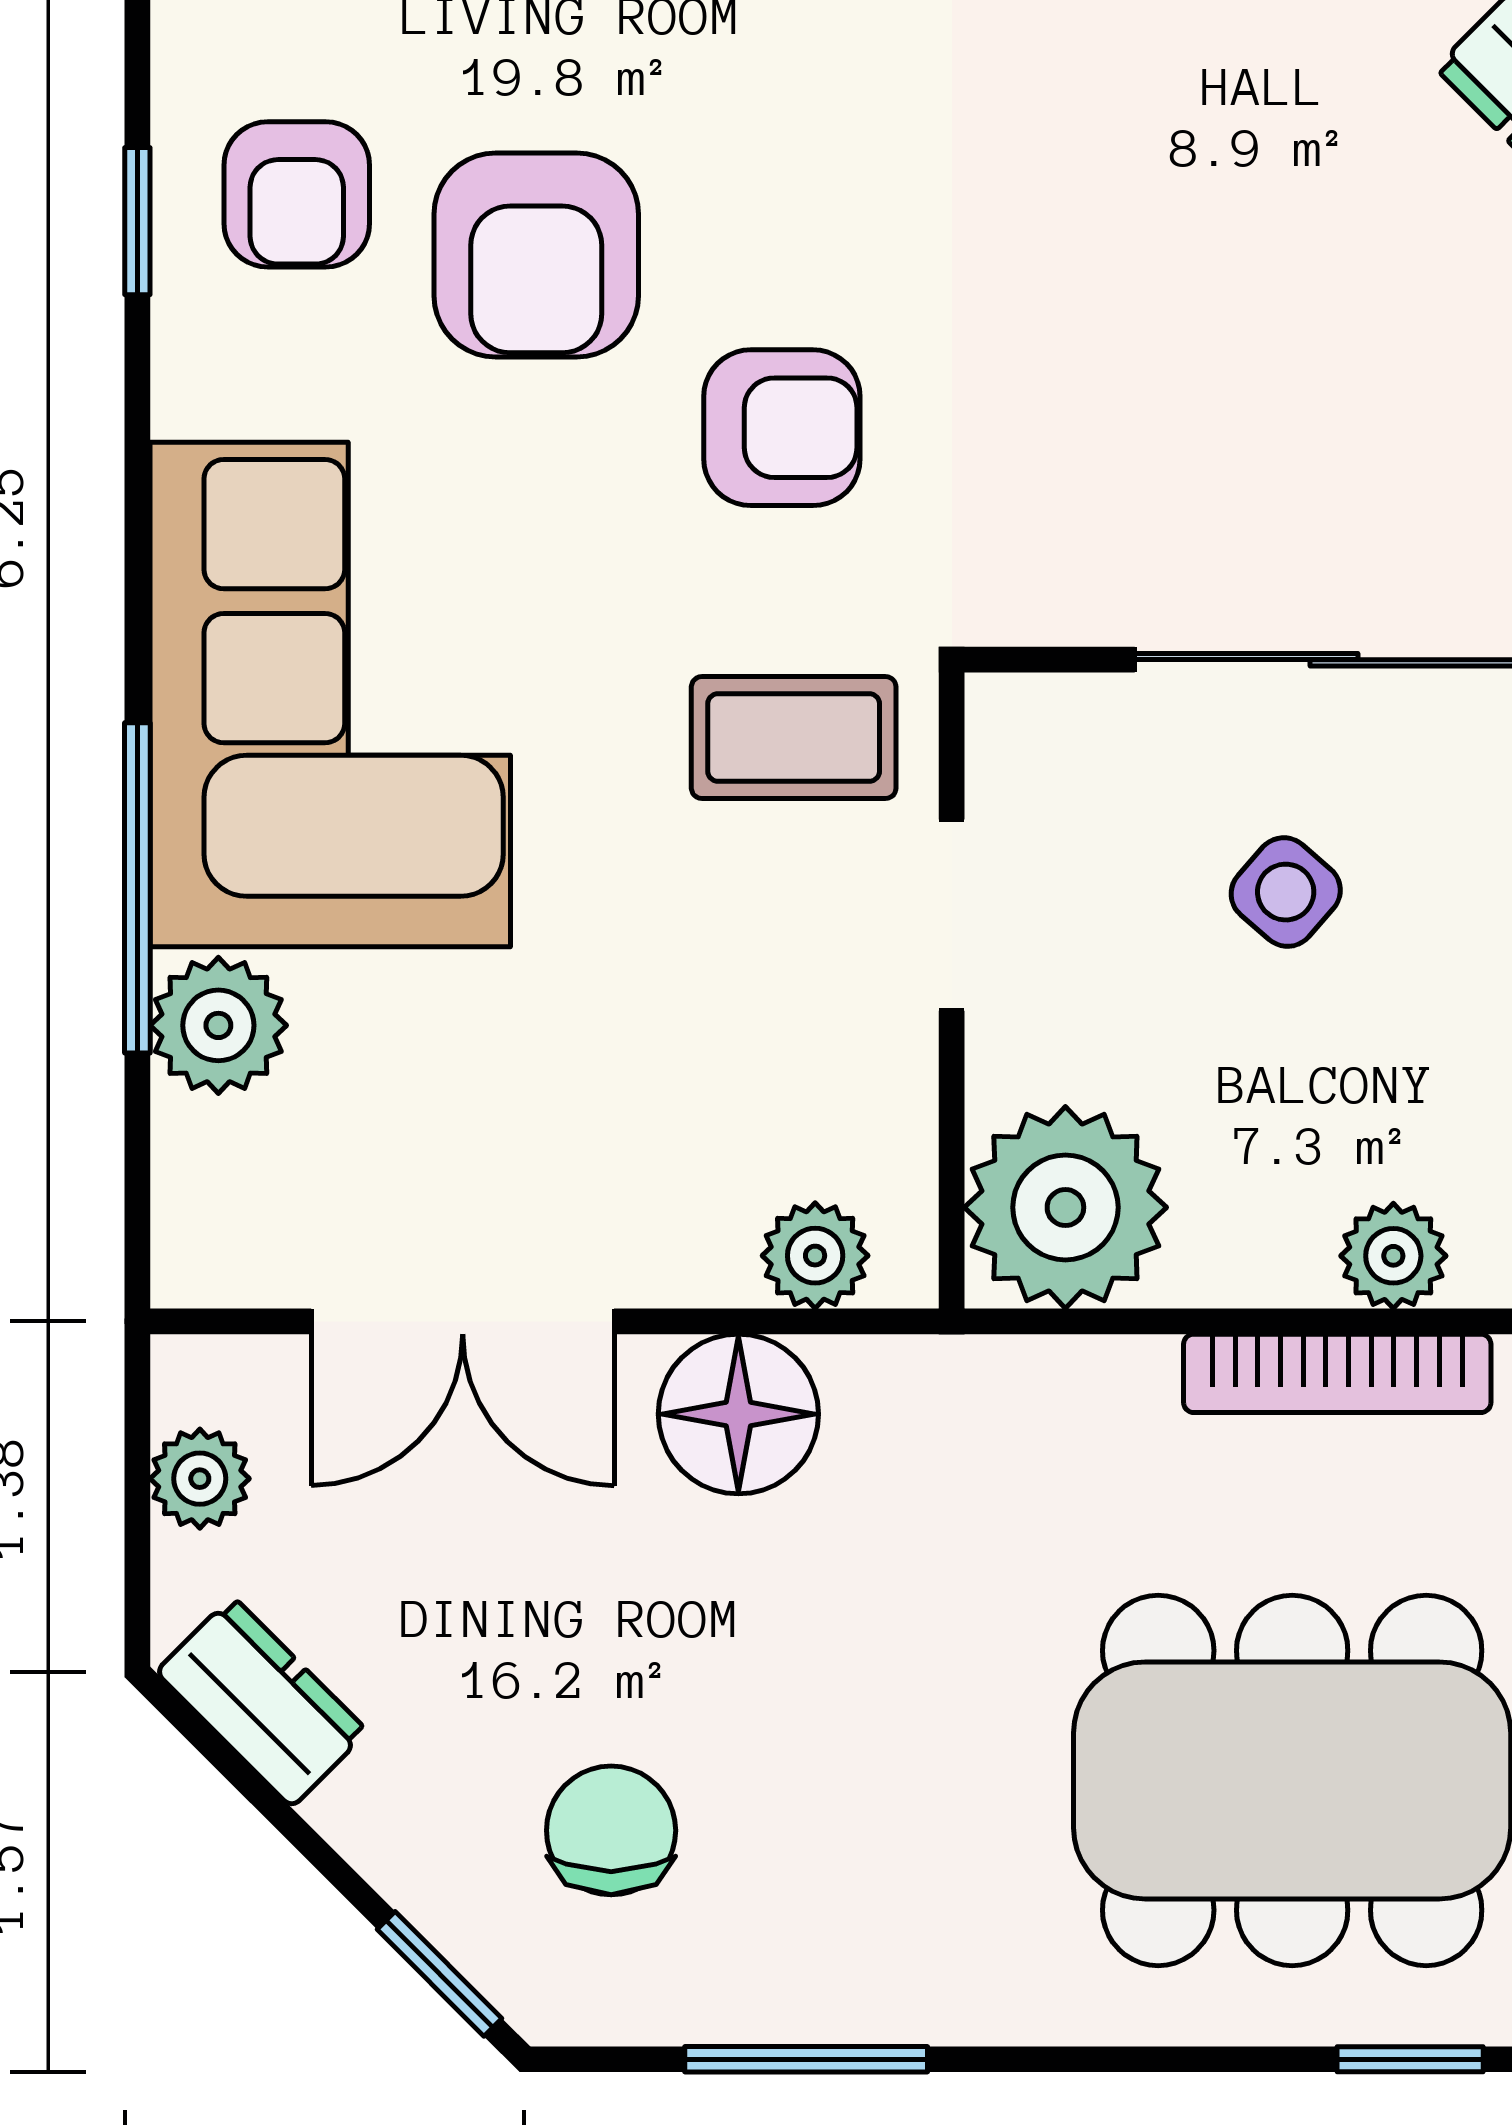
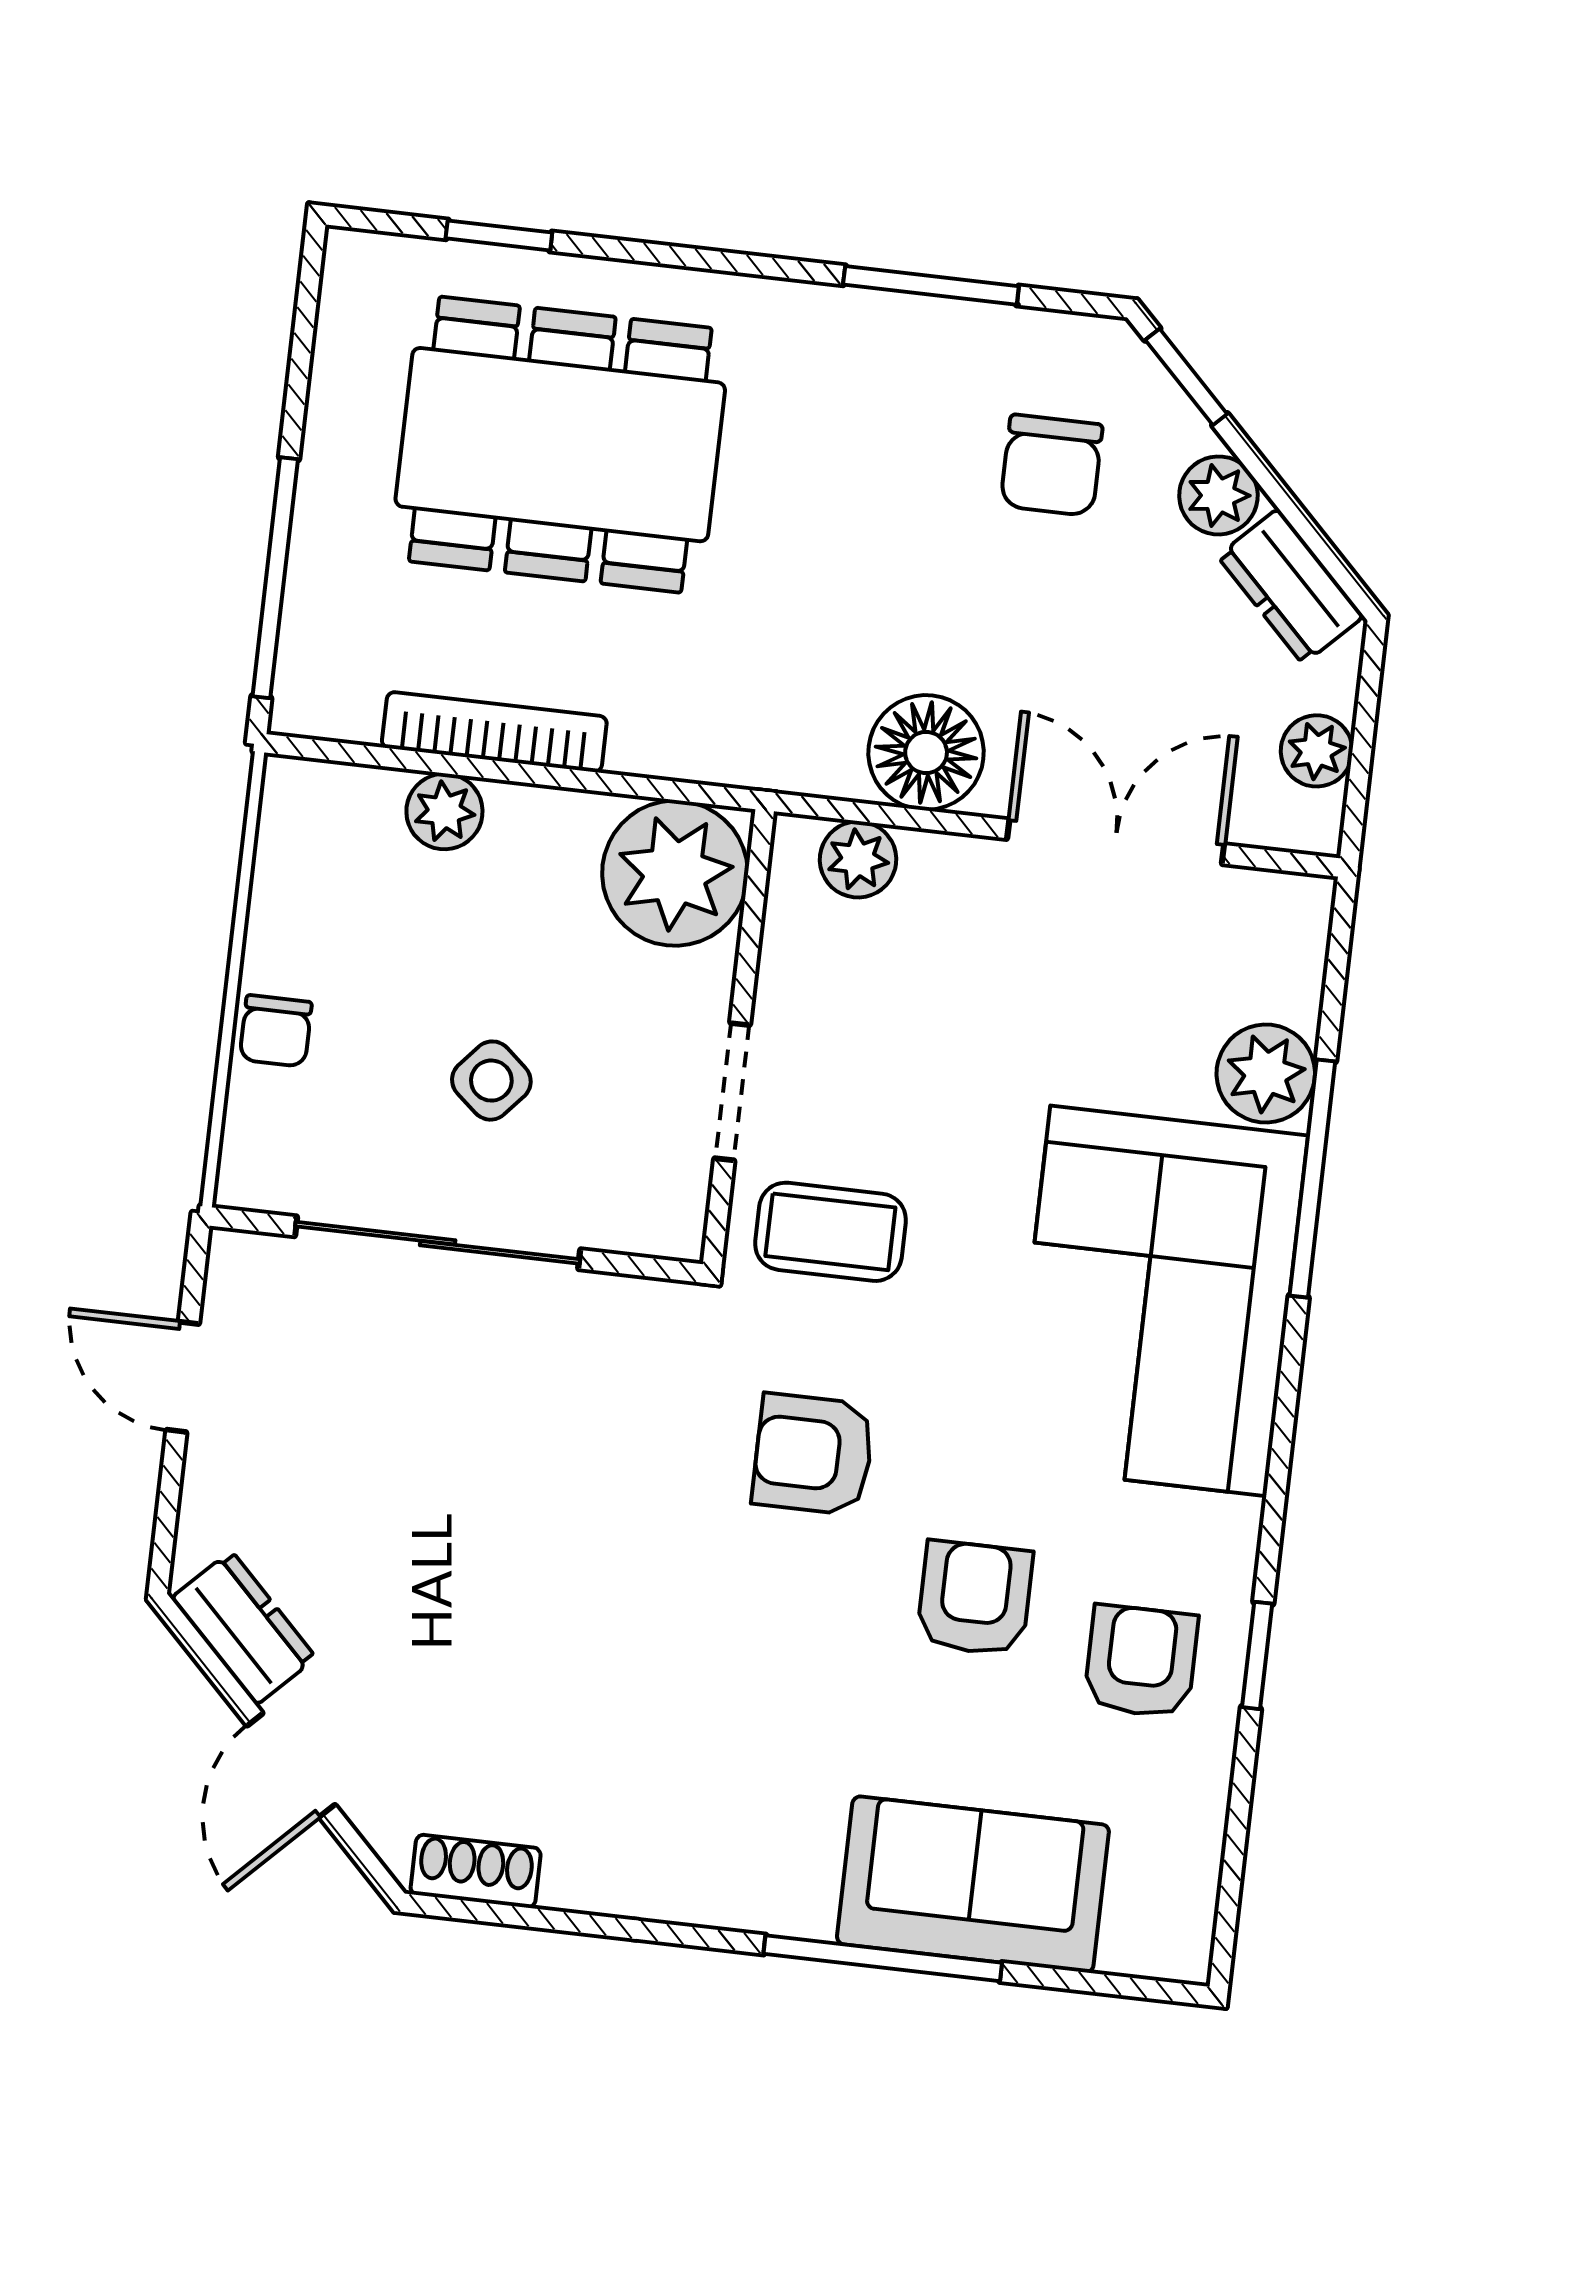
armchair: (536, 255) -> (975, 1598), width x0.72, depth x0.72
plant: (376, 1815) -> (1218, 495), added

